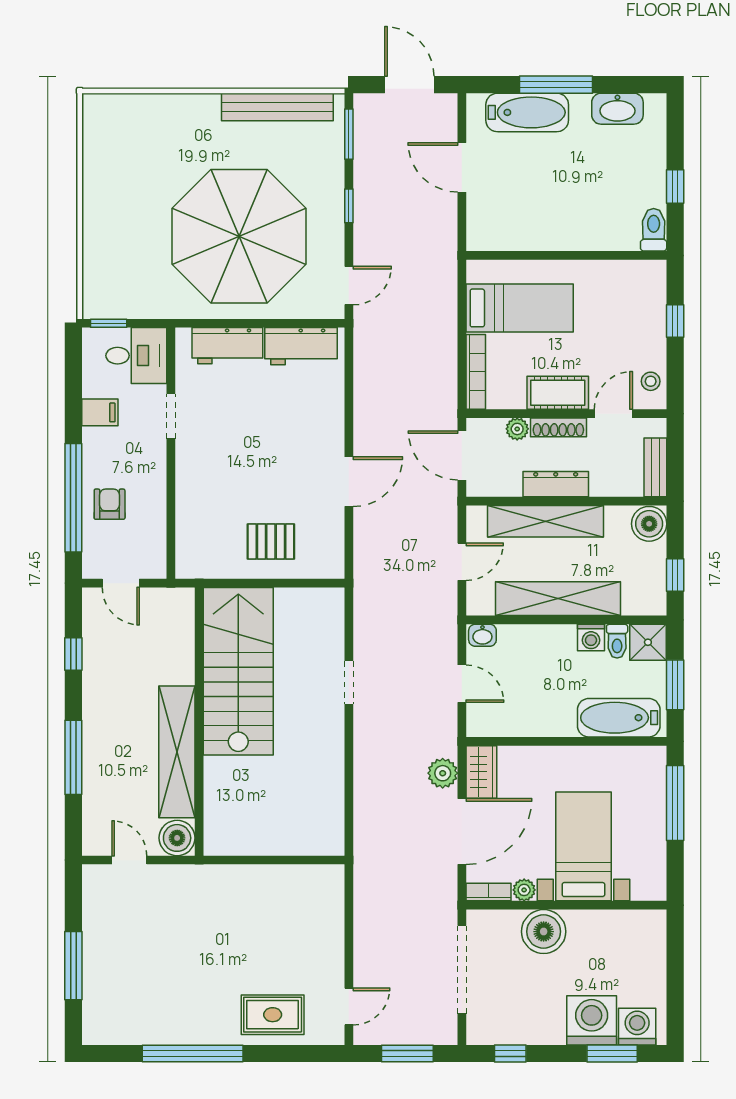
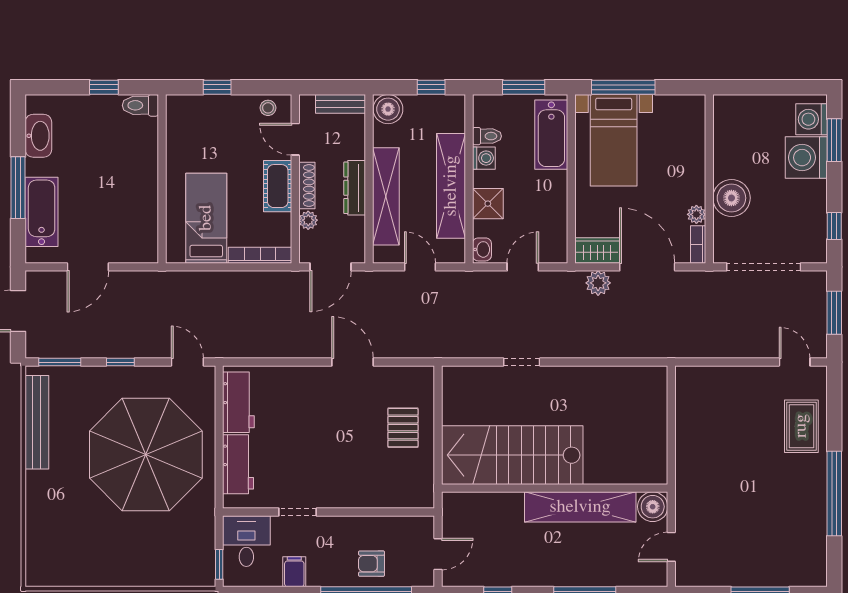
shower: (648, 642) -> (488, 204), moved
bed with nightstands: (583, 846) -> (614, 140), moved, turned -90

